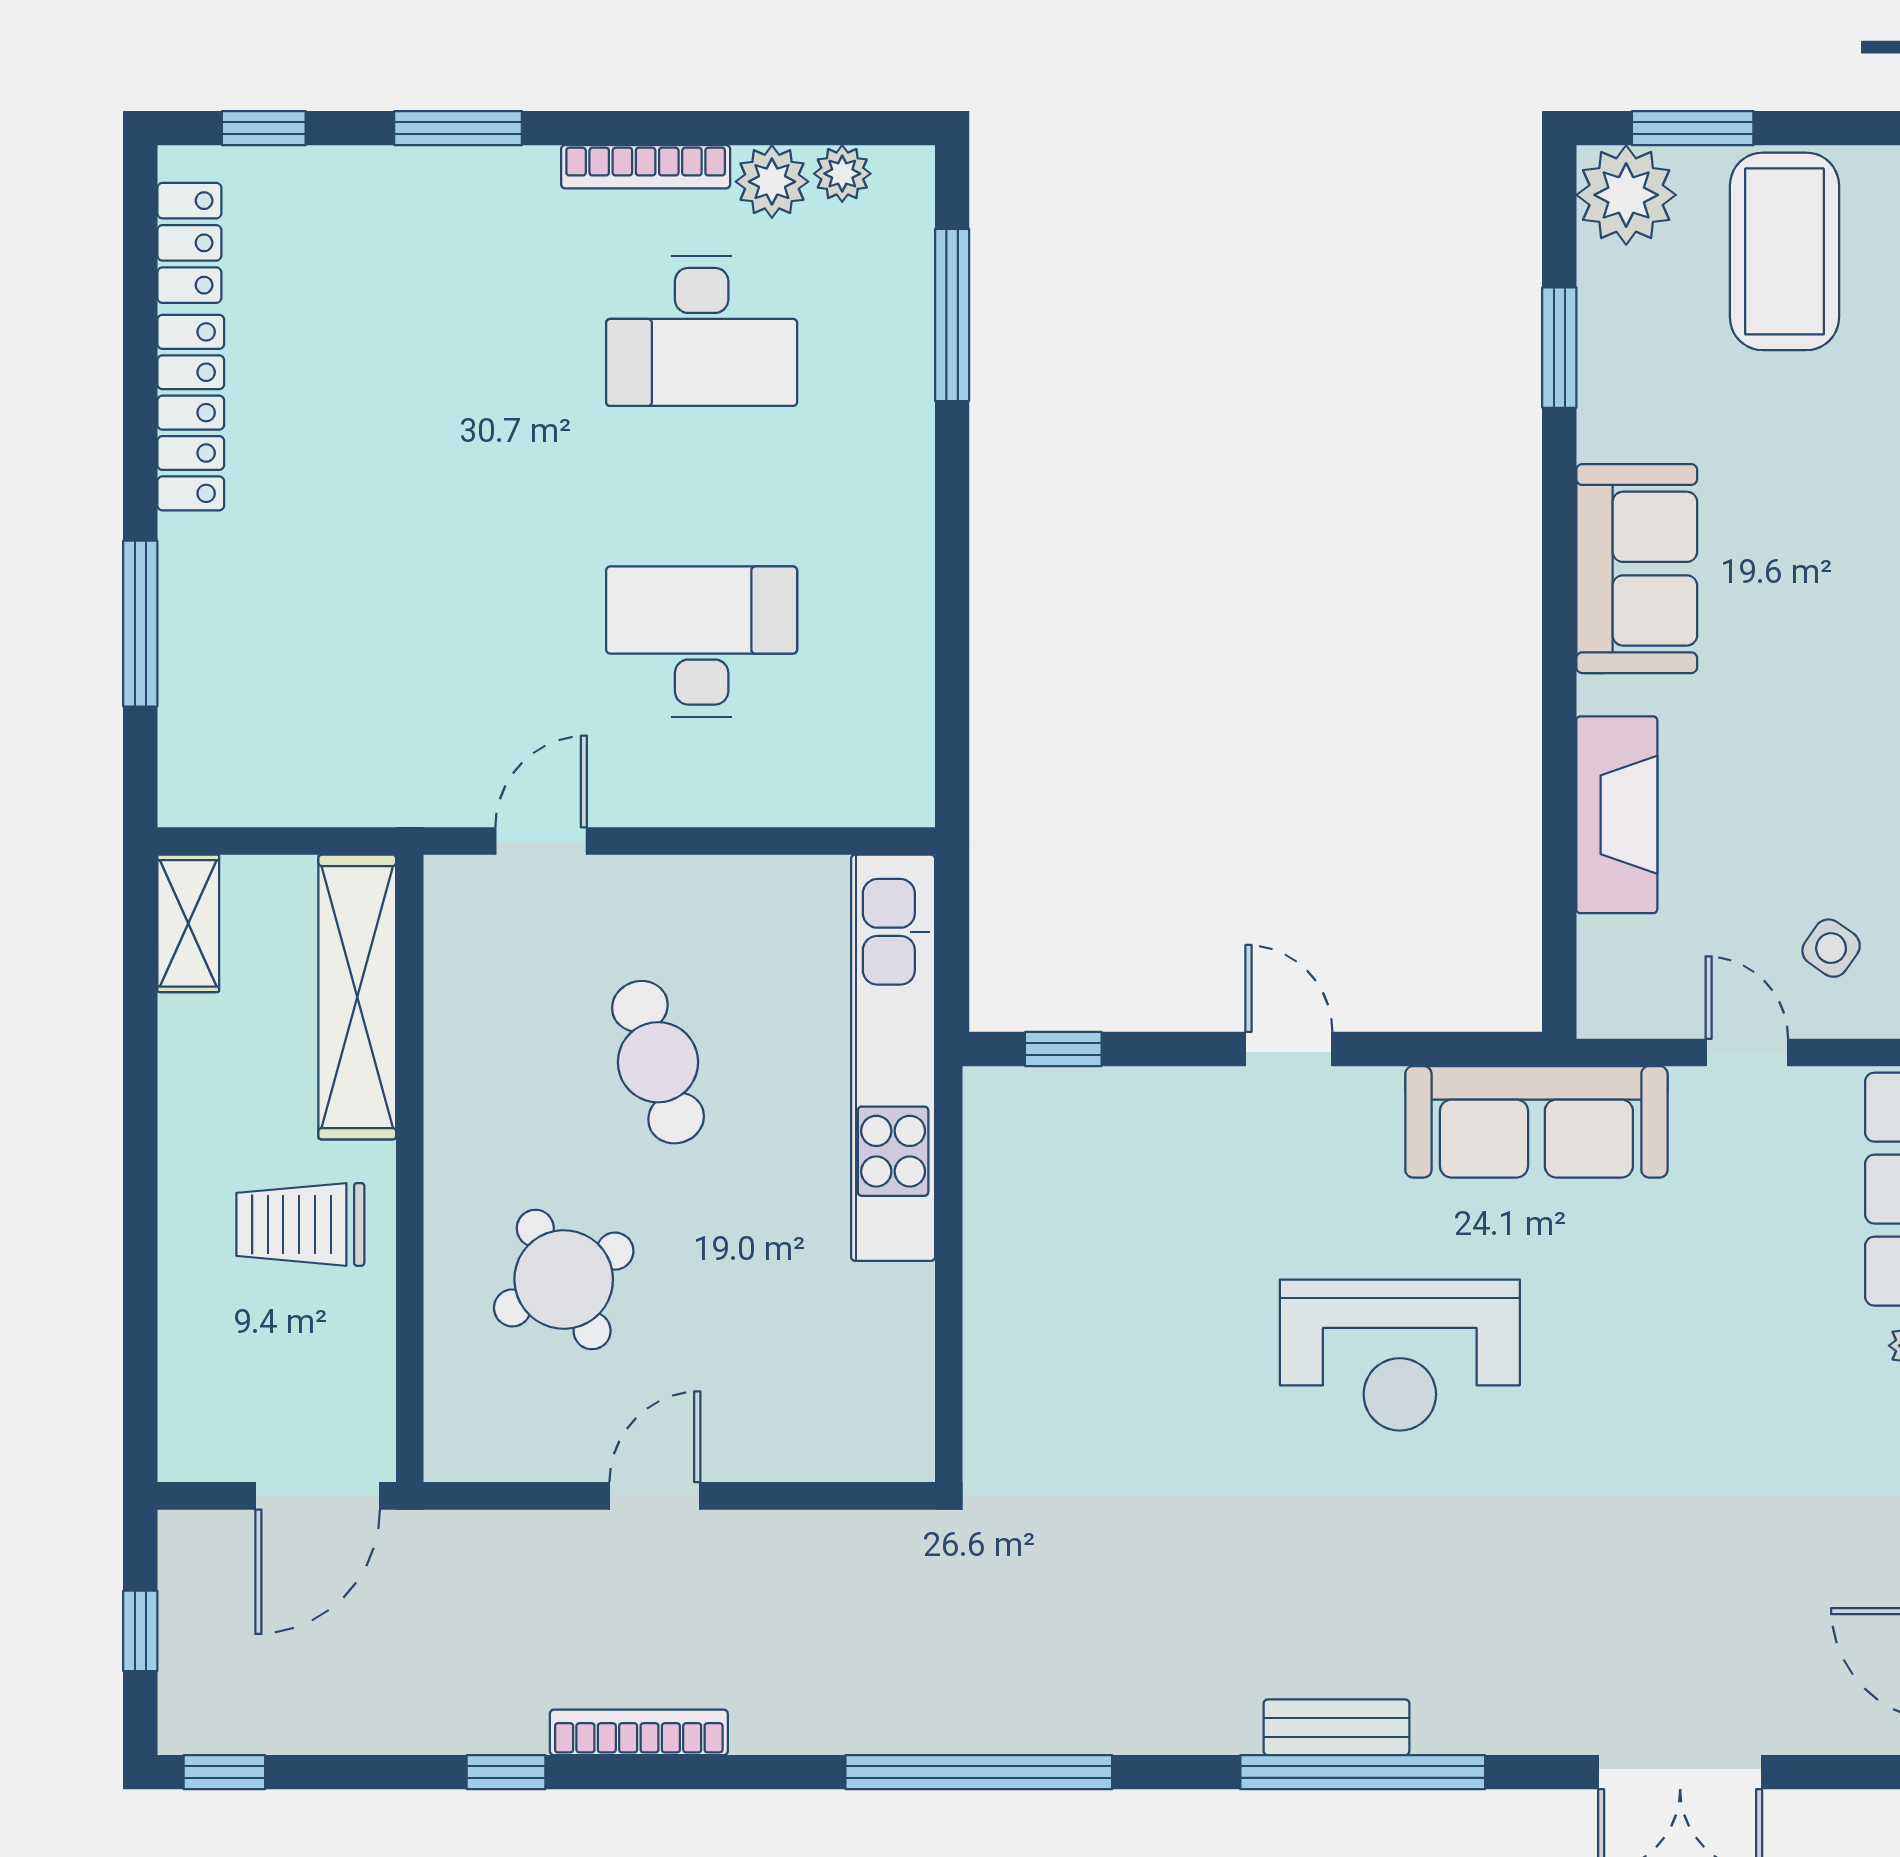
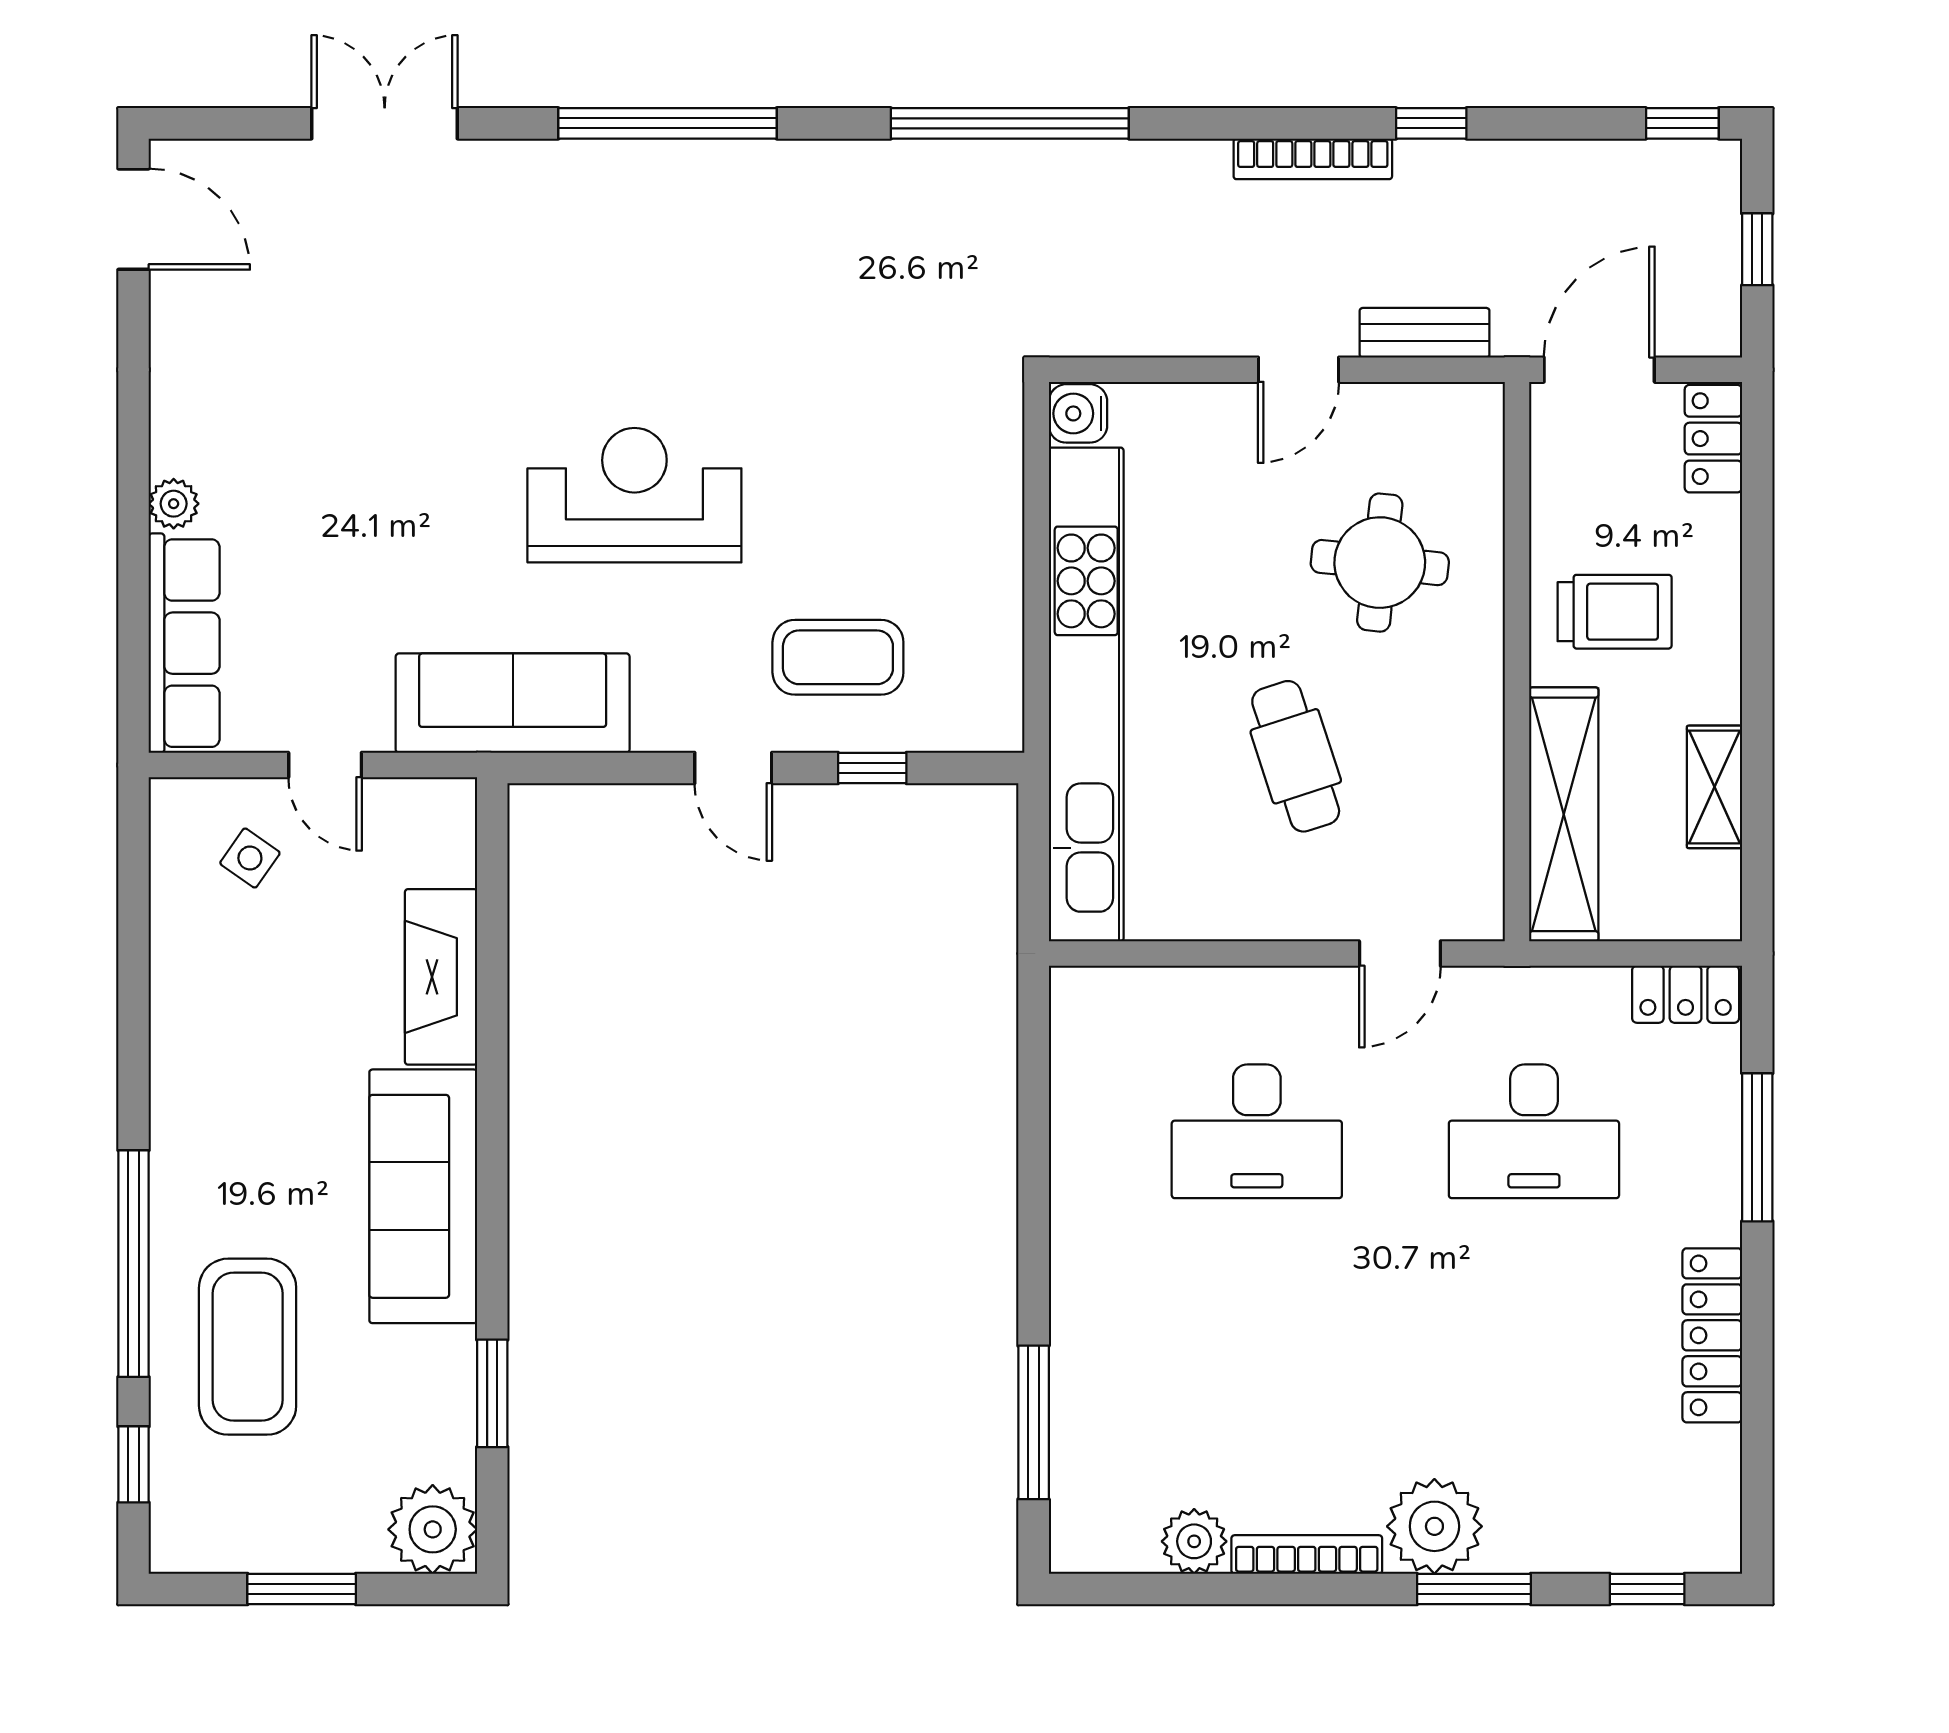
window: (1693, 128) -> (302, 1589), moved
plant: (842, 174) -> (1434, 1526), moved, width x1.88, depth x1.88
locker: (189, 243) -> (1686, 994), moved, turned -90
coffee table: (1784, 251) -> (248, 1347), moved
desk: (702, 331) -> (1534, 1131), moved, turned 180
sofa: (1637, 569) -> (423, 1196), width x1.36
shelving: (188, 923) -> (1714, 787), moved
window: (1063, 1049) -> (872, 768), moved
kitchen unit: (893, 1058) -> (1086, 694), width x1.36
coffee table: (1171, 1173) -> (838, 657), added
round table: (564, 1279) -> (1380, 563), turned 35
locker: (189, 1419) -> (1713, 439), added
water cooler: (902, 1447) -> (1078, 413), added
bench: (1336, 1727) -> (1425, 333), moved

